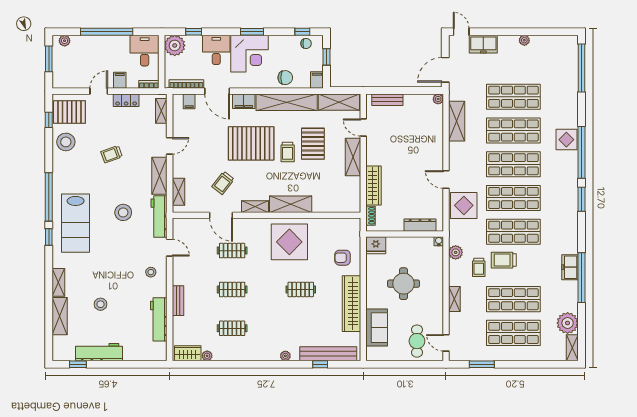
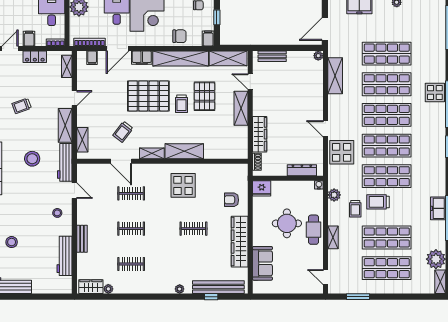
door: (217, 91) -> (118, 48), hinge flipped
display table: (289, 242) -> (183, 185), width x0.73, depth x0.73
cafe table: (417, 341) -> (314, 230), moved

